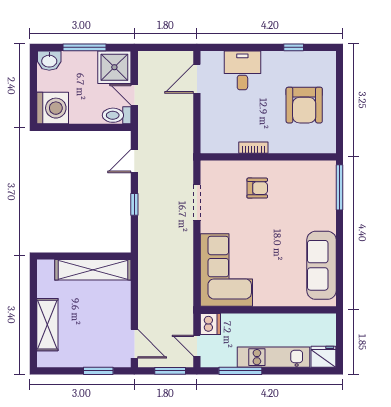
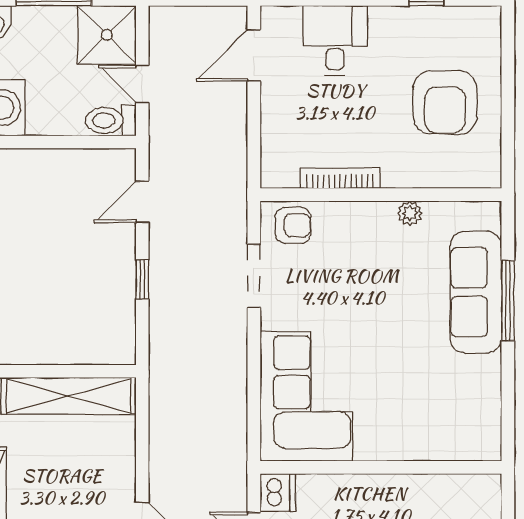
bookcase: (253, 148) -> (340, 178), width x1.56
plant: (284, 167) -> (410, 213), added
window: (339, 187) -> (508, 301), moved
armchair: (257, 188) -> (293, 225), moved
sofa: (321, 265) -> (476, 292), moved

